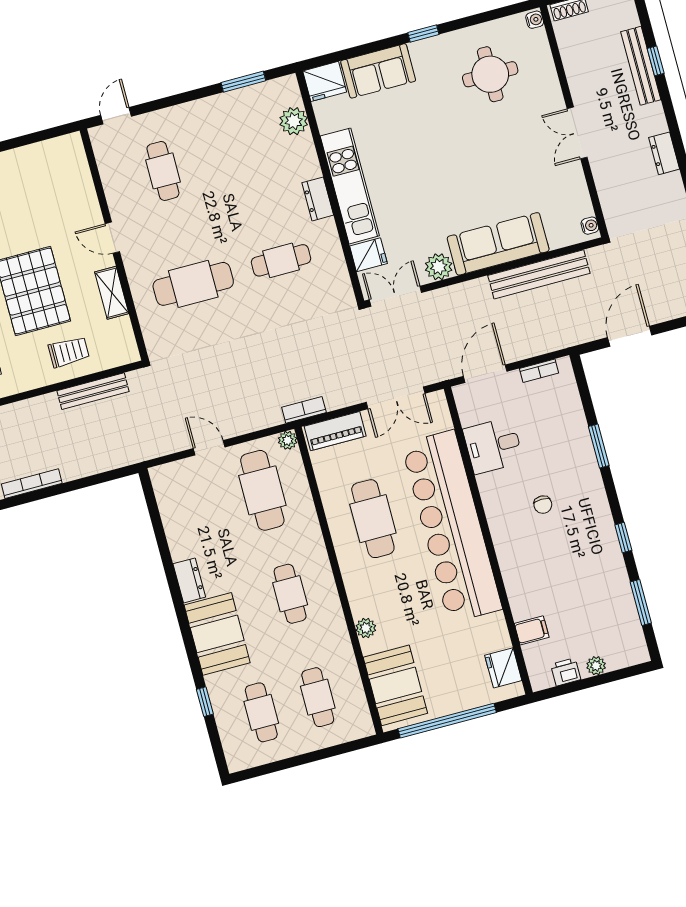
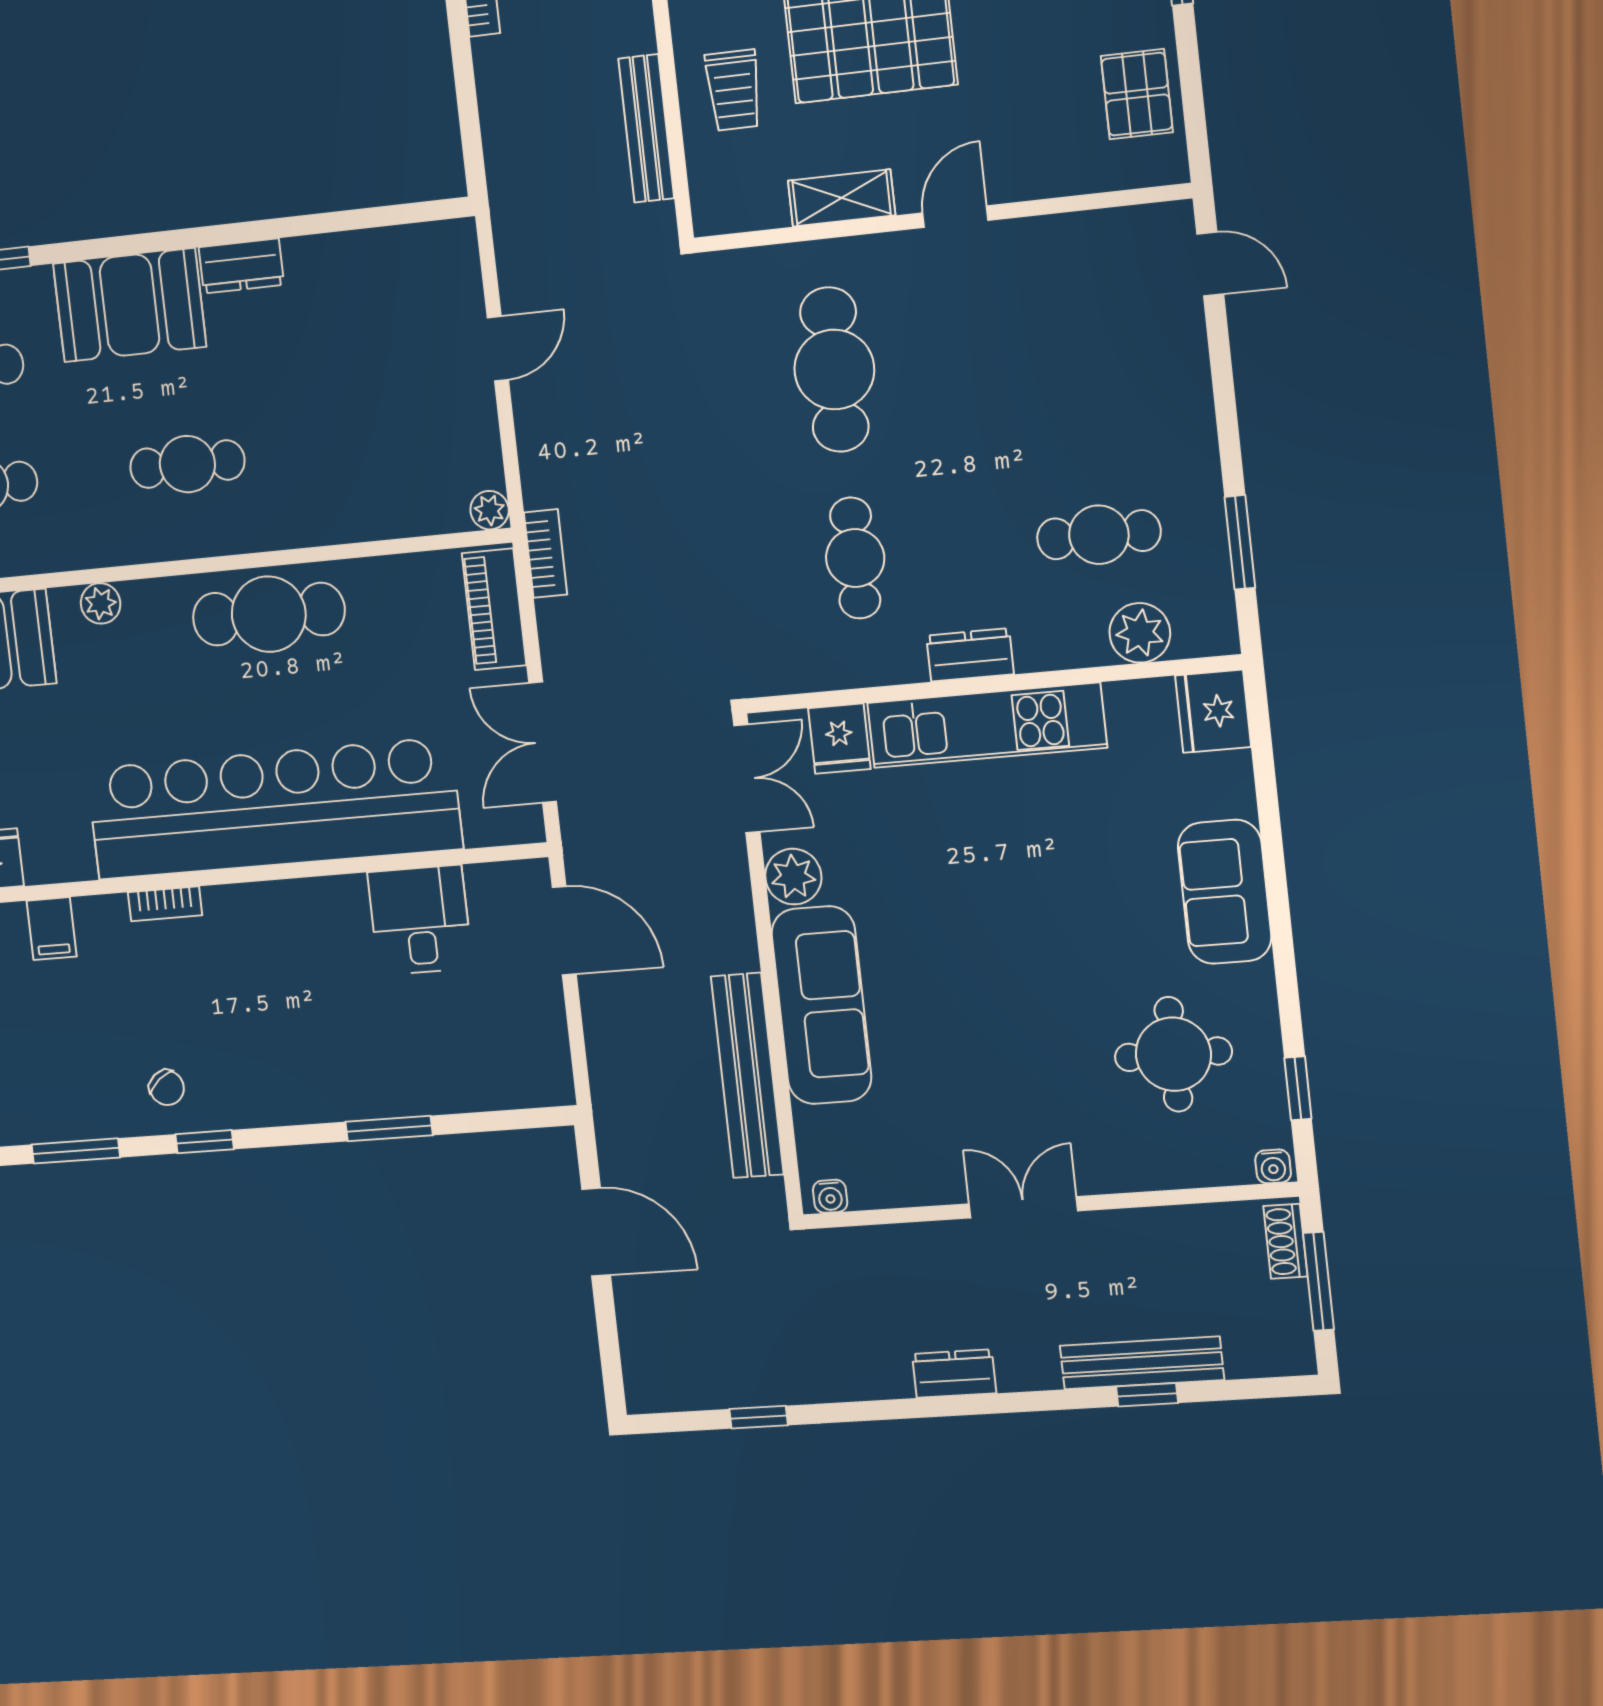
window: (423, 33) -> (1298, 1088), moved
sofa: (378, 71) -> (1225, 892), moved
pallet: (42, 162) -> (1137, 94), added
cafe table: (163, 171) -> (1099, 535), moved
bookcase: (539, 371) -> (165, 904), moved, turned -90
cafe table: (262, 490) -> (398, 442), removed
chair: (543, 505) -> (167, 1088), moved, turned -129
cafe table: (373, 519) -> (269, 614), moved

